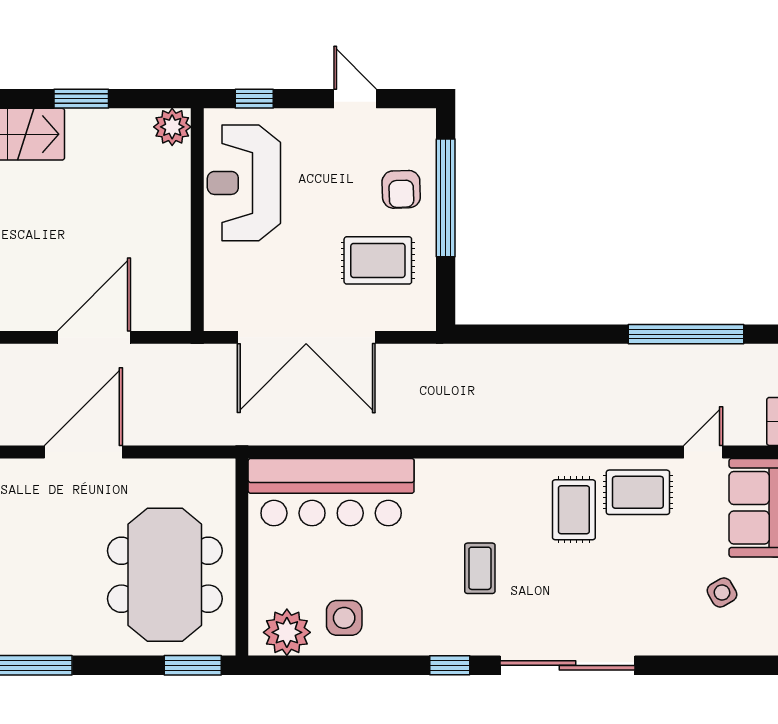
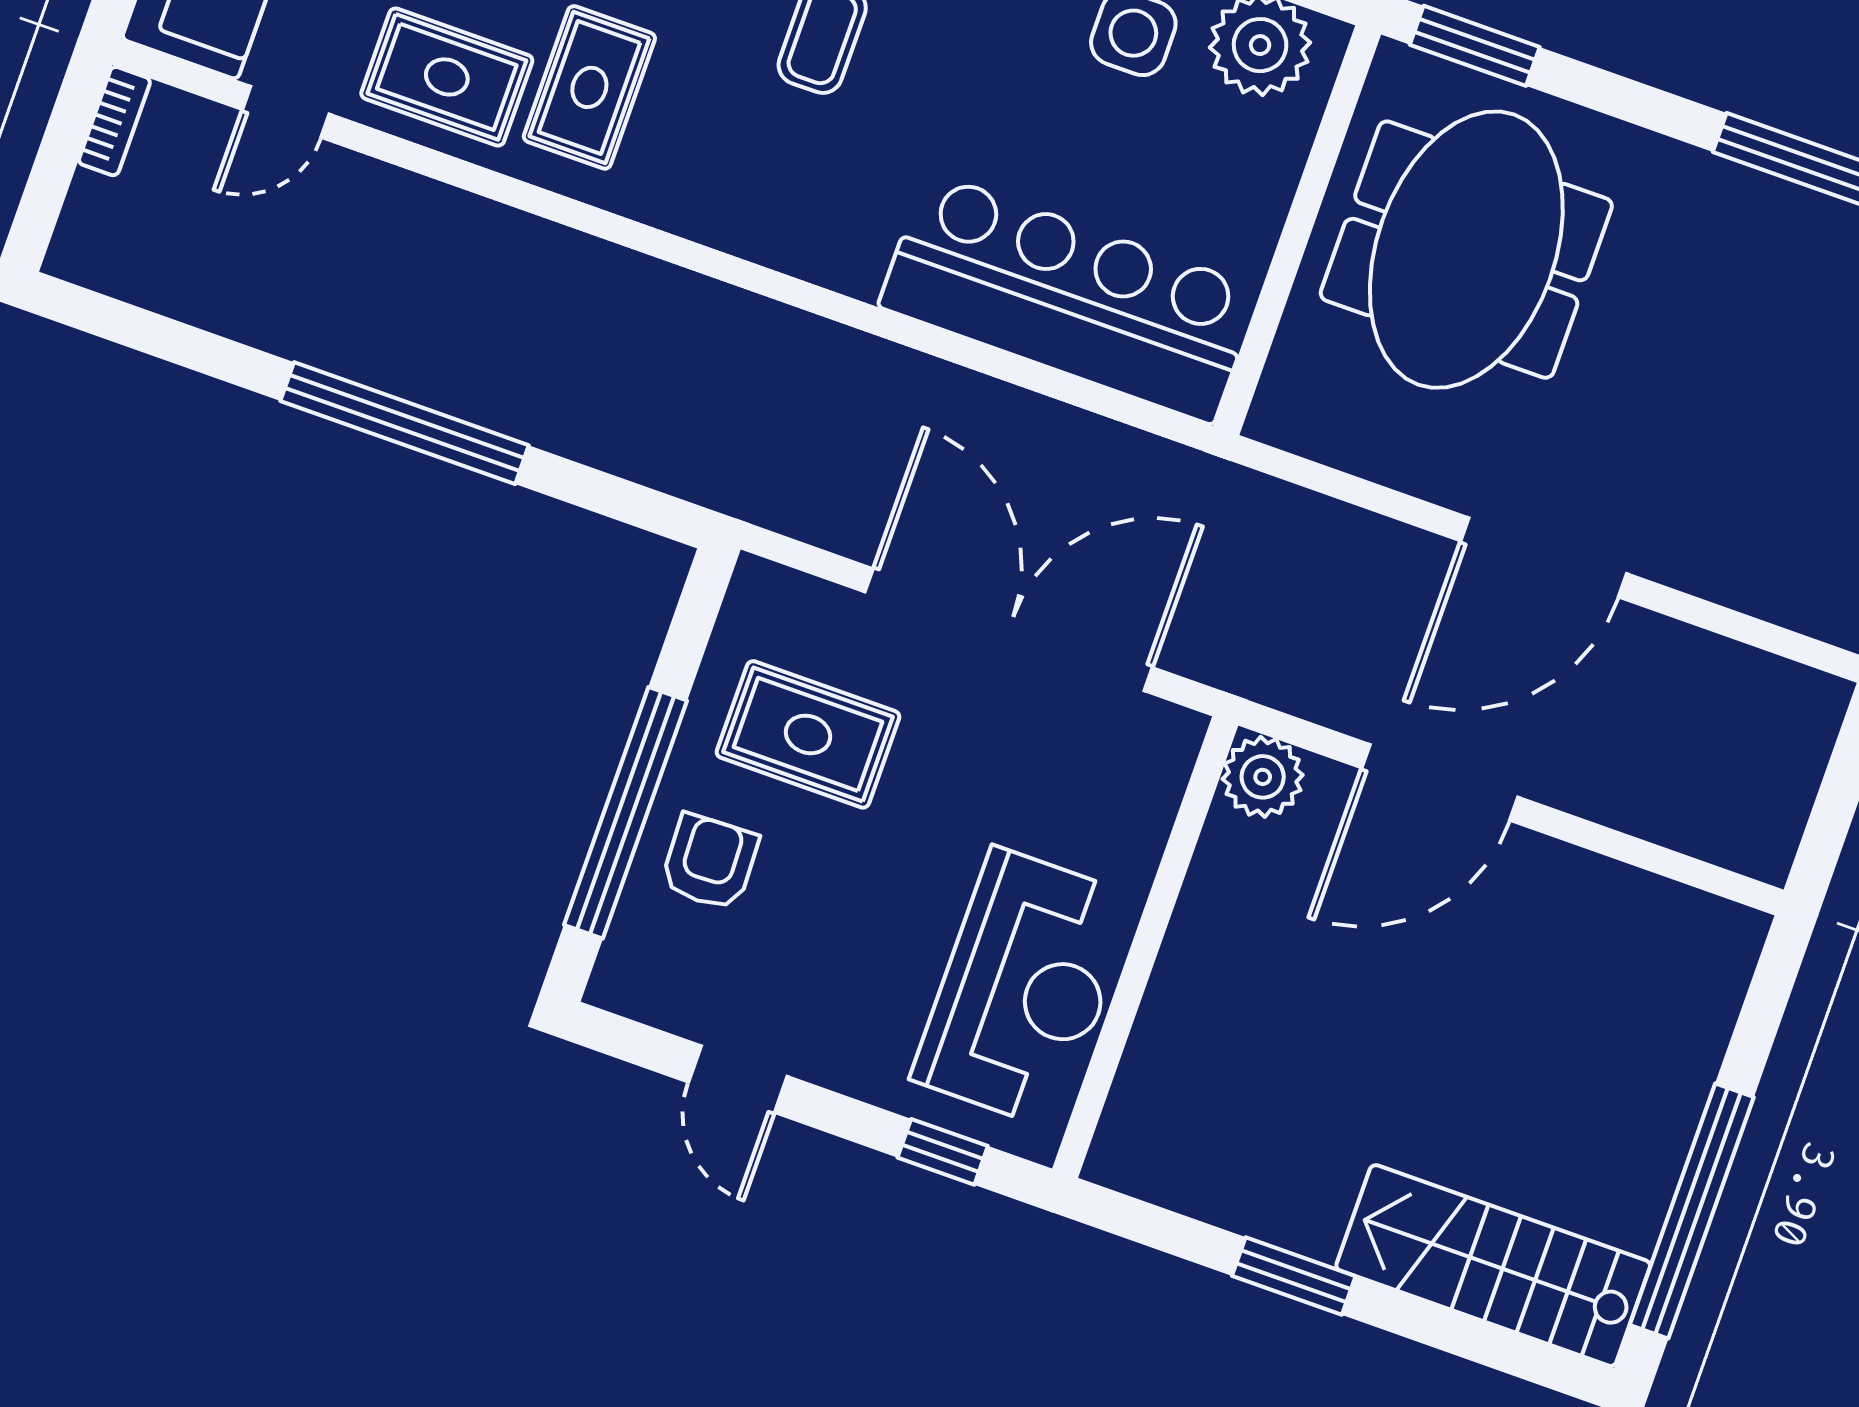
plant: (172, 127) -> (1263, 777), moved
window: (686, 334) -> (405, 423), moved

